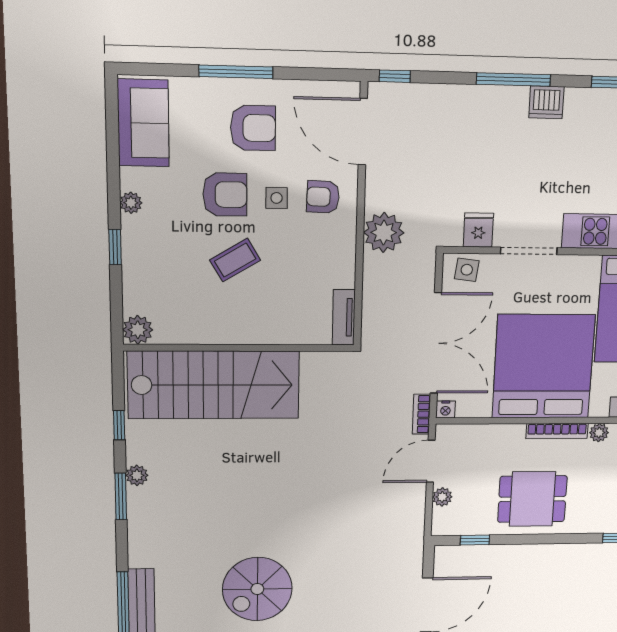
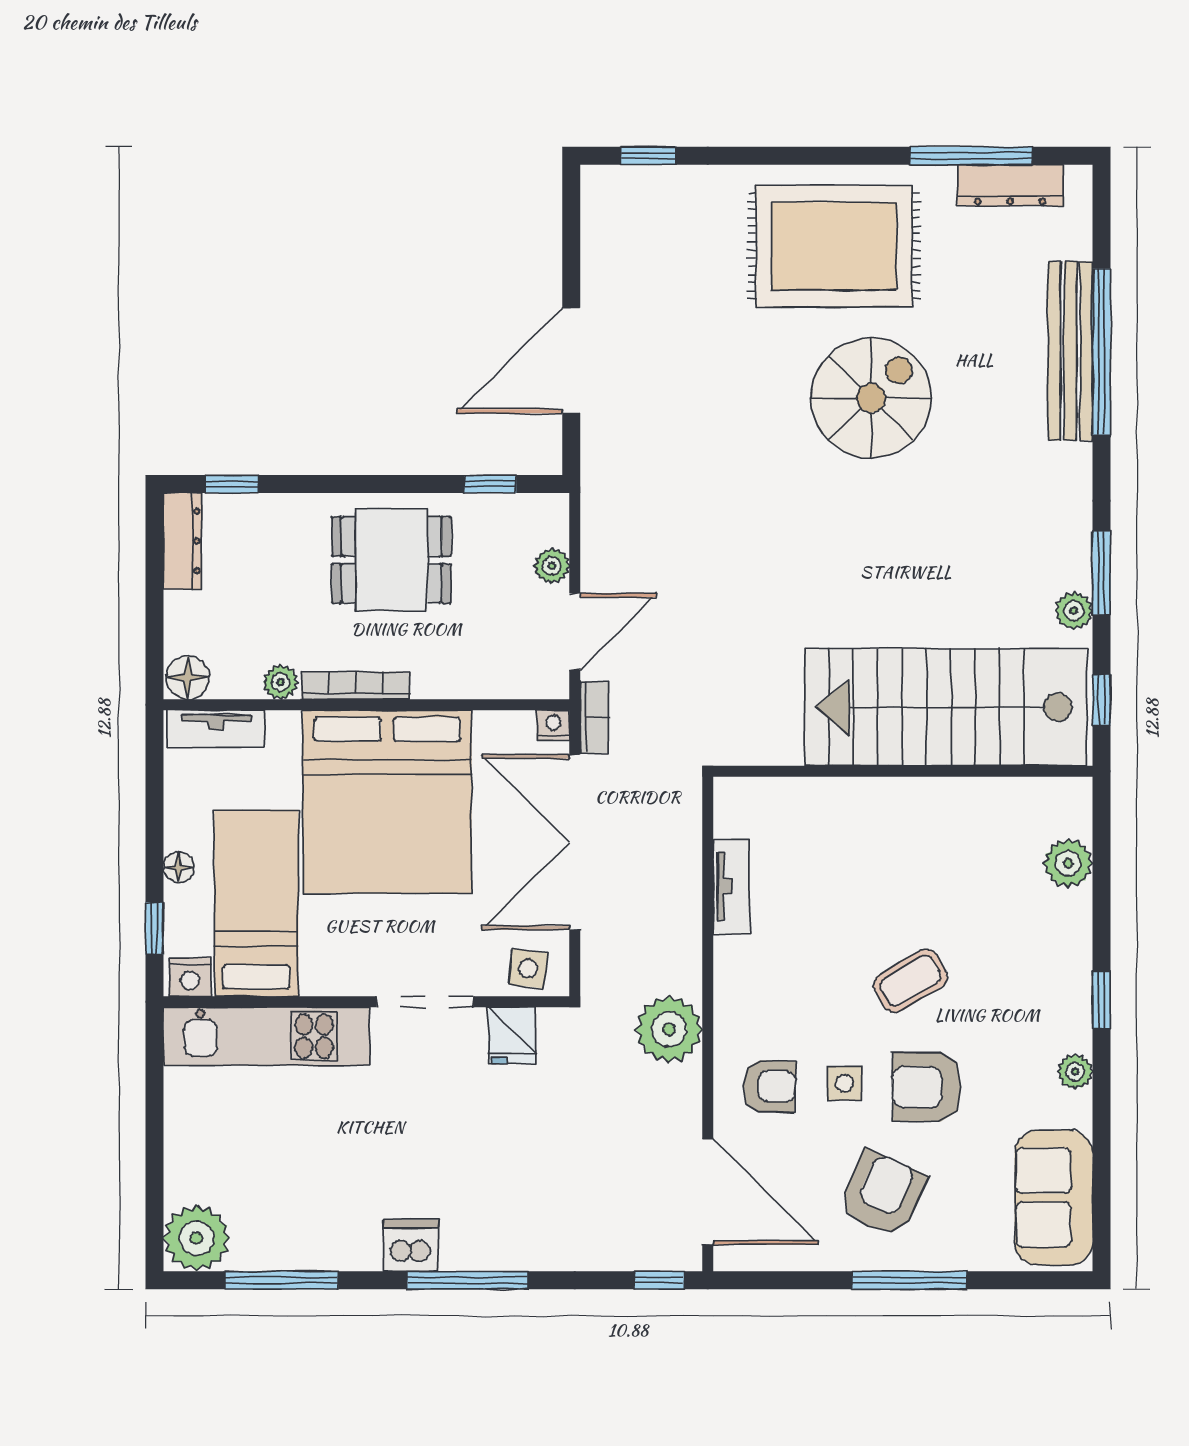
armchair: (253, 128) -> (883, 1194), turned 114
wall: (240, 348) -> (903, 771), moved
stairs: (214, 385) -> (945, 707), moved

